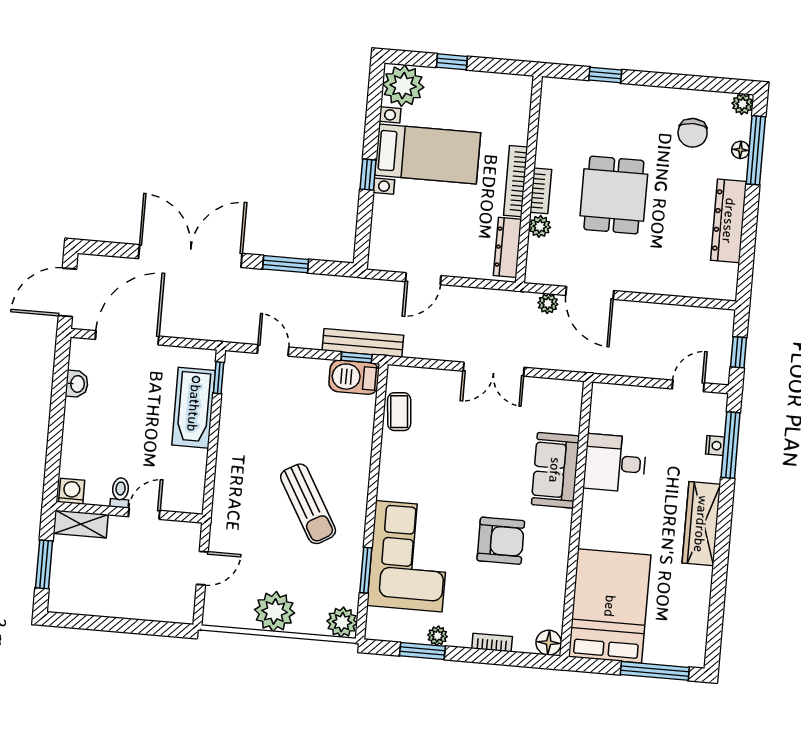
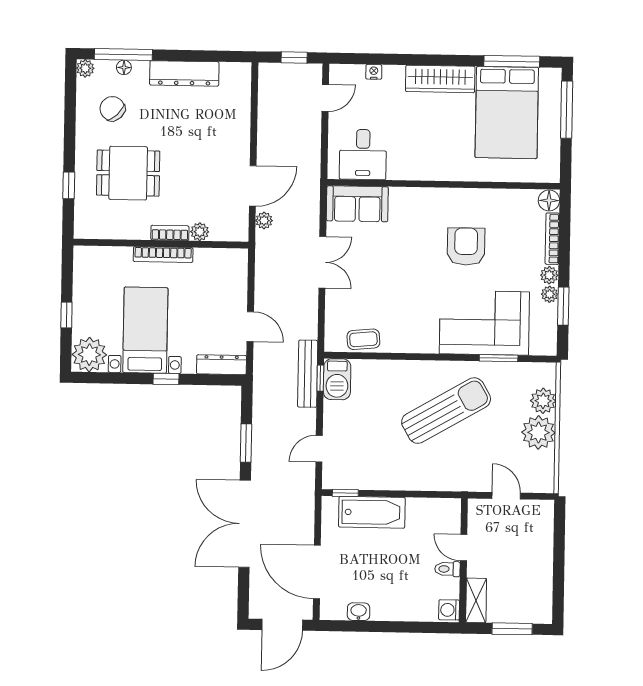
chair: (693, 133) -> (112, 109), turned -134
dining table: (614, 195) -> (128, 173), moved
dresser: (507, 247) -> (222, 365), moved, turned 180
door: (67, 292) -> (282, 625), hinge flipped
door: (688, 386) -> (325, 98), swing flipped
window: (731, 445) -> (512, 61), moved
desk: (615, 463) -> (363, 154), moved
sofa: (555, 470) -> (357, 204), moved
sun lounger: (308, 504) -> (446, 411), width x1.36, depth x1.34
bed: (610, 606) -> (507, 113), moved, turned -90
plant: (342, 622) -> (543, 401), moved
plant: (460, 637) -> (549, 275), added
bookcase: (492, 643) -> (552, 239), width x1.56

